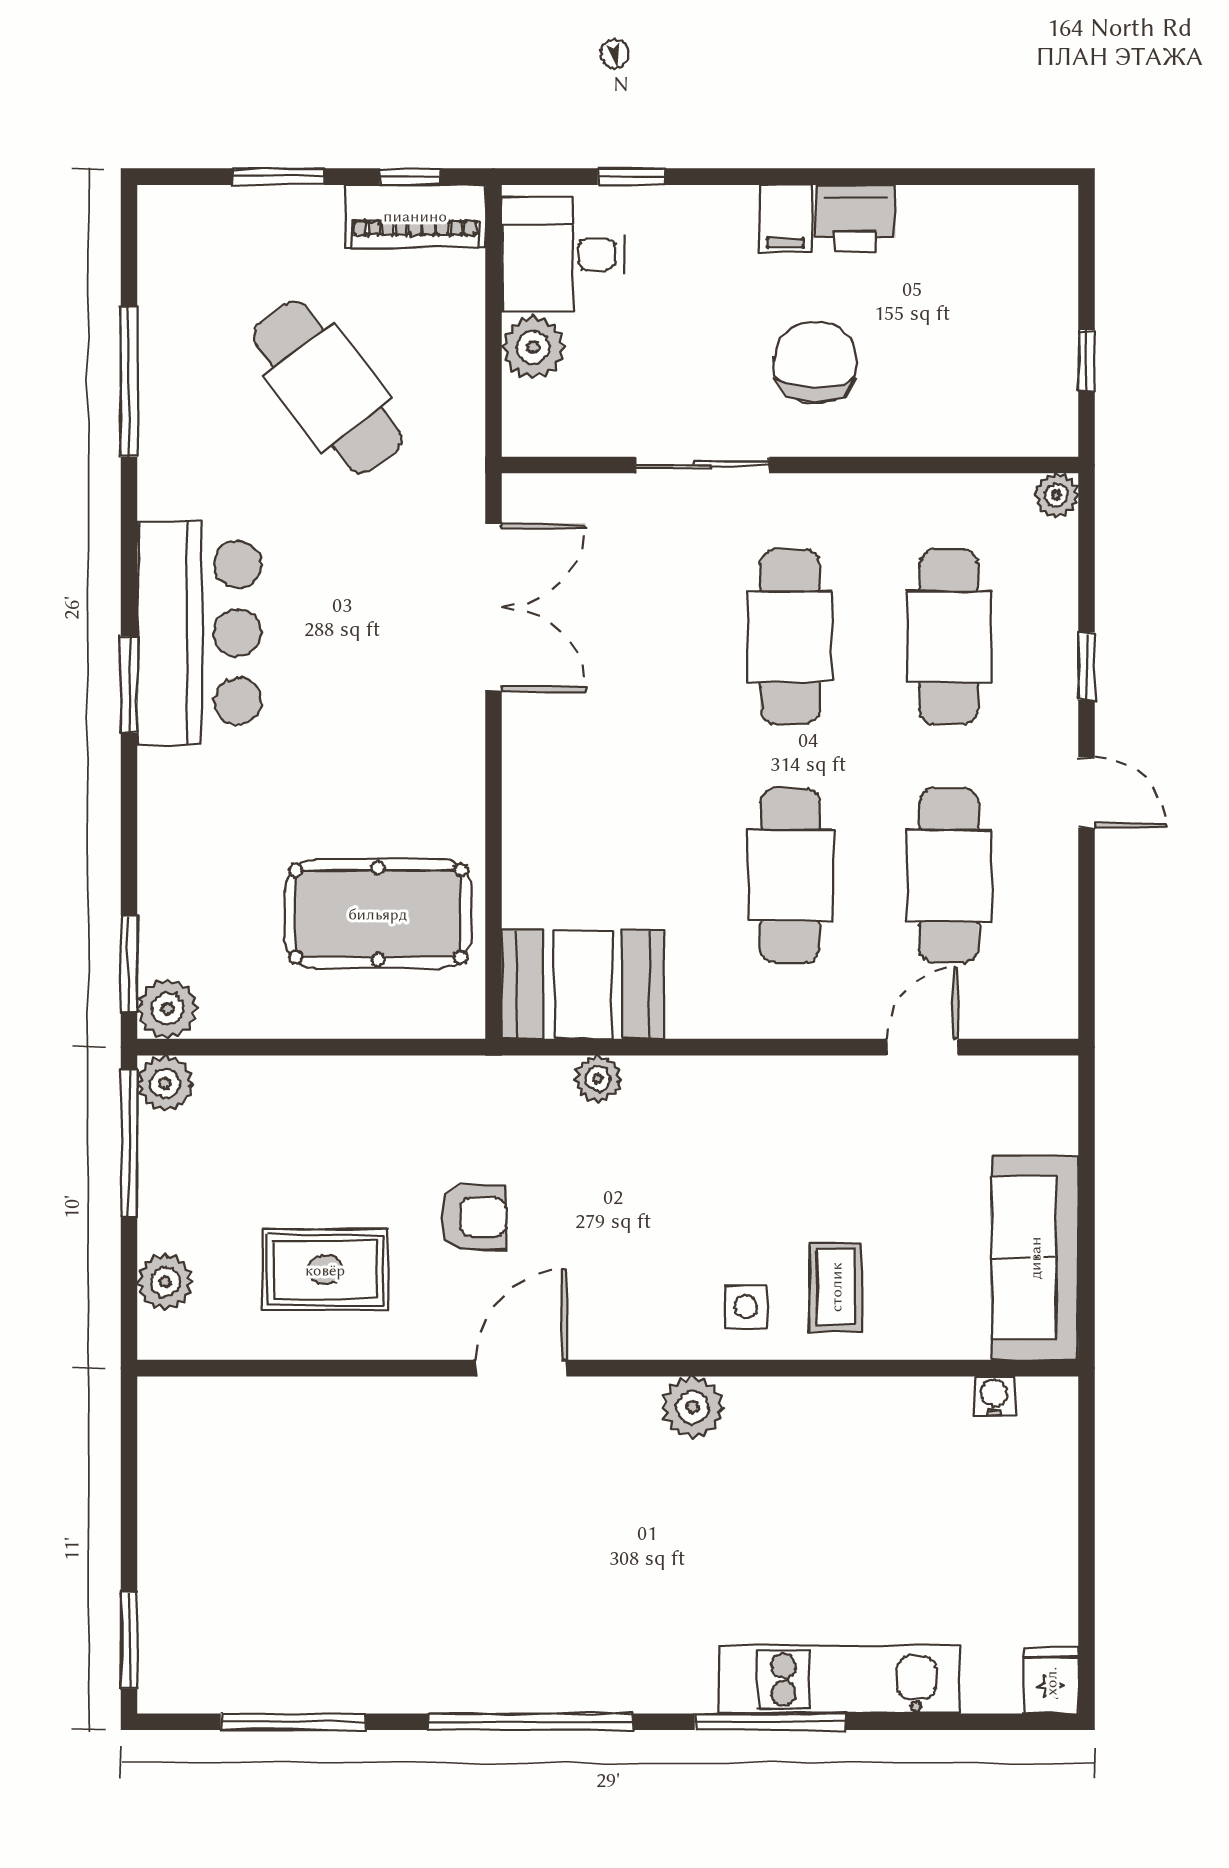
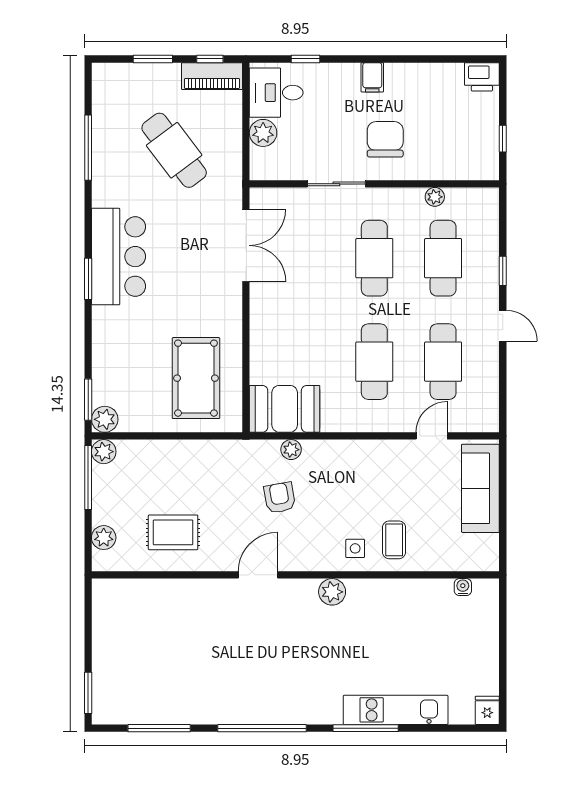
printer: (855, 218) -> (482, 77), moved
plant: (1056, 495) -> (435, 197), moved
pool table: (378, 914) -> (196, 378), turned 90
armchair: (474, 1217) -> (280, 498), moved, turned -100
sofa: (1035, 1258) -> (480, 488), moved

